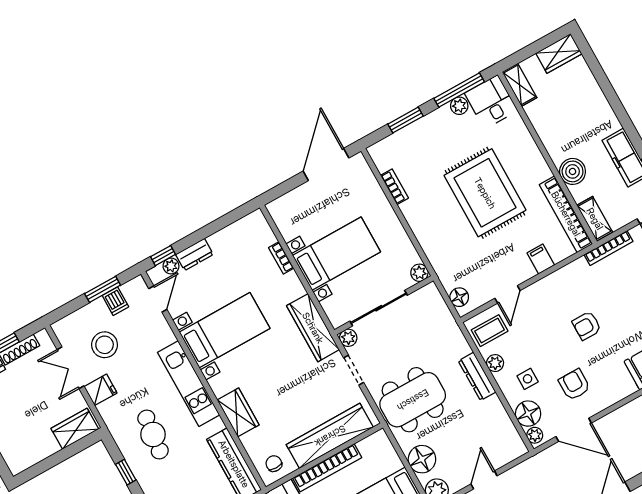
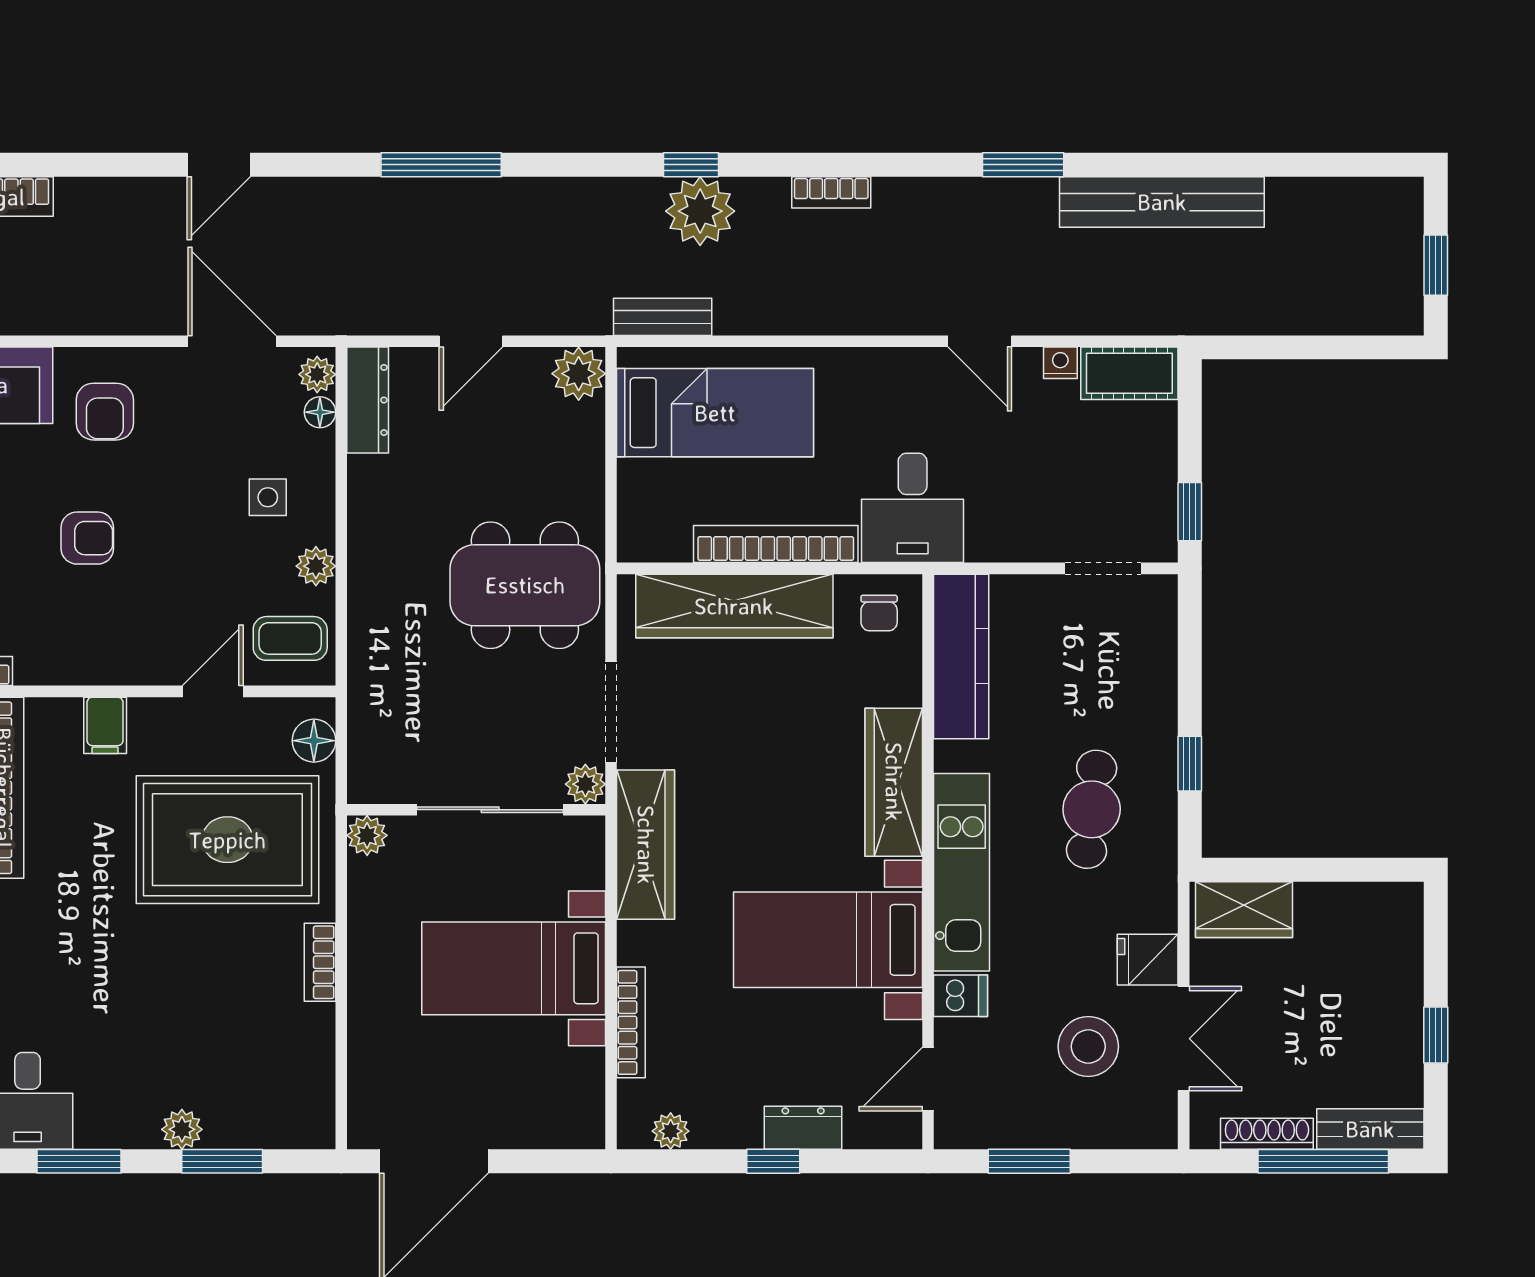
window: (459, 90) -> (79, 1161), width x0.69
plant: (459, 106) -> (182, 1129), moved
bookcase: (395, 187) -> (320, 962), moved
rug: (485, 193) -> (227, 840), moved, turned 90
window: (163, 256) -> (773, 1161), moved
bookcase: (281, 258) -> (631, 1022), width x1.56
plant: (171, 266) -> (671, 1131), moved
dishwasher: (115, 301) -> (960, 996), moved, turned 90
doorway: (354, 370) -> (611, 712), width x1.38
dresser: (477, 376) -> (368, 400), moved
armchair: (574, 385) -> (105, 412), moved
wardrobe: (238, 412) -> (894, 782), width x1.50
floor lamp: (528, 414) -> (320, 412), width x0.53, depth x0.53
floor lamp: (422, 459) -> (573, 454), removed

